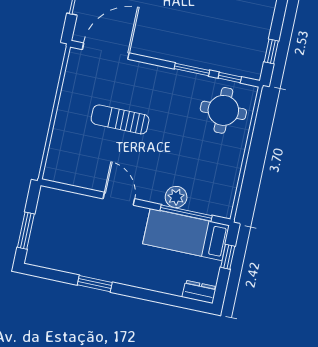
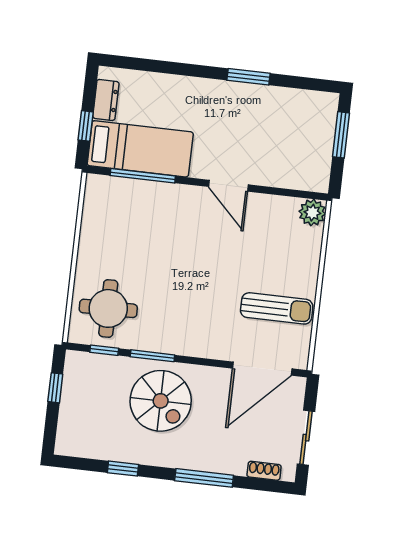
spiral stairs: (189, 33) -> (161, 401), added
sun lounger: (120, 119) -> (277, 308), moved
plant: (176, 197) -> (312, 213), moved
dresser: (199, 292) -> (106, 100), moved, turned -90

